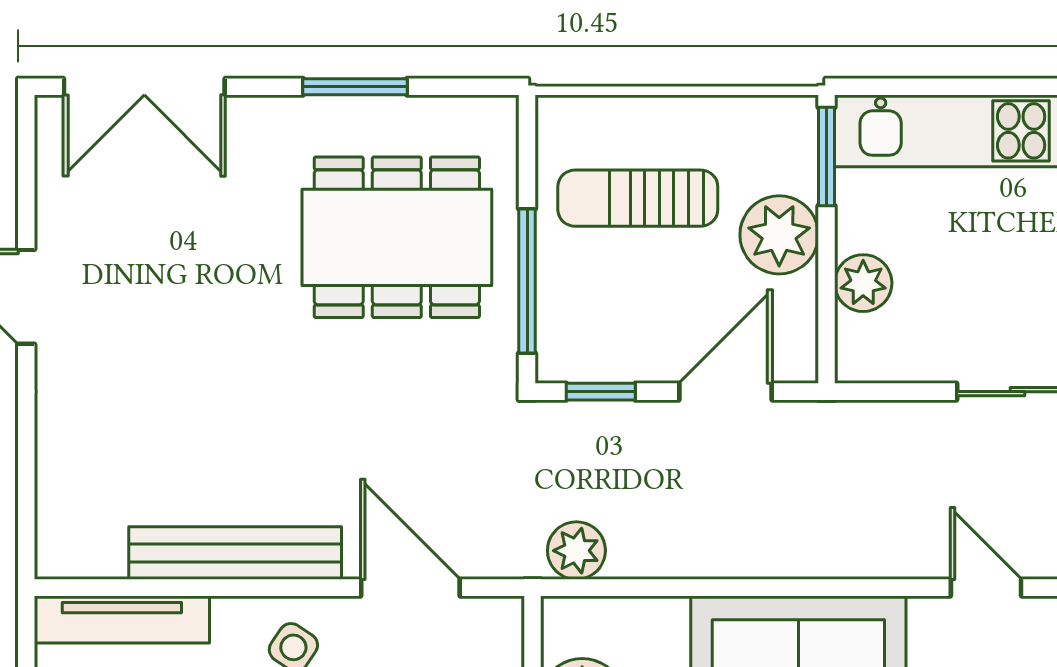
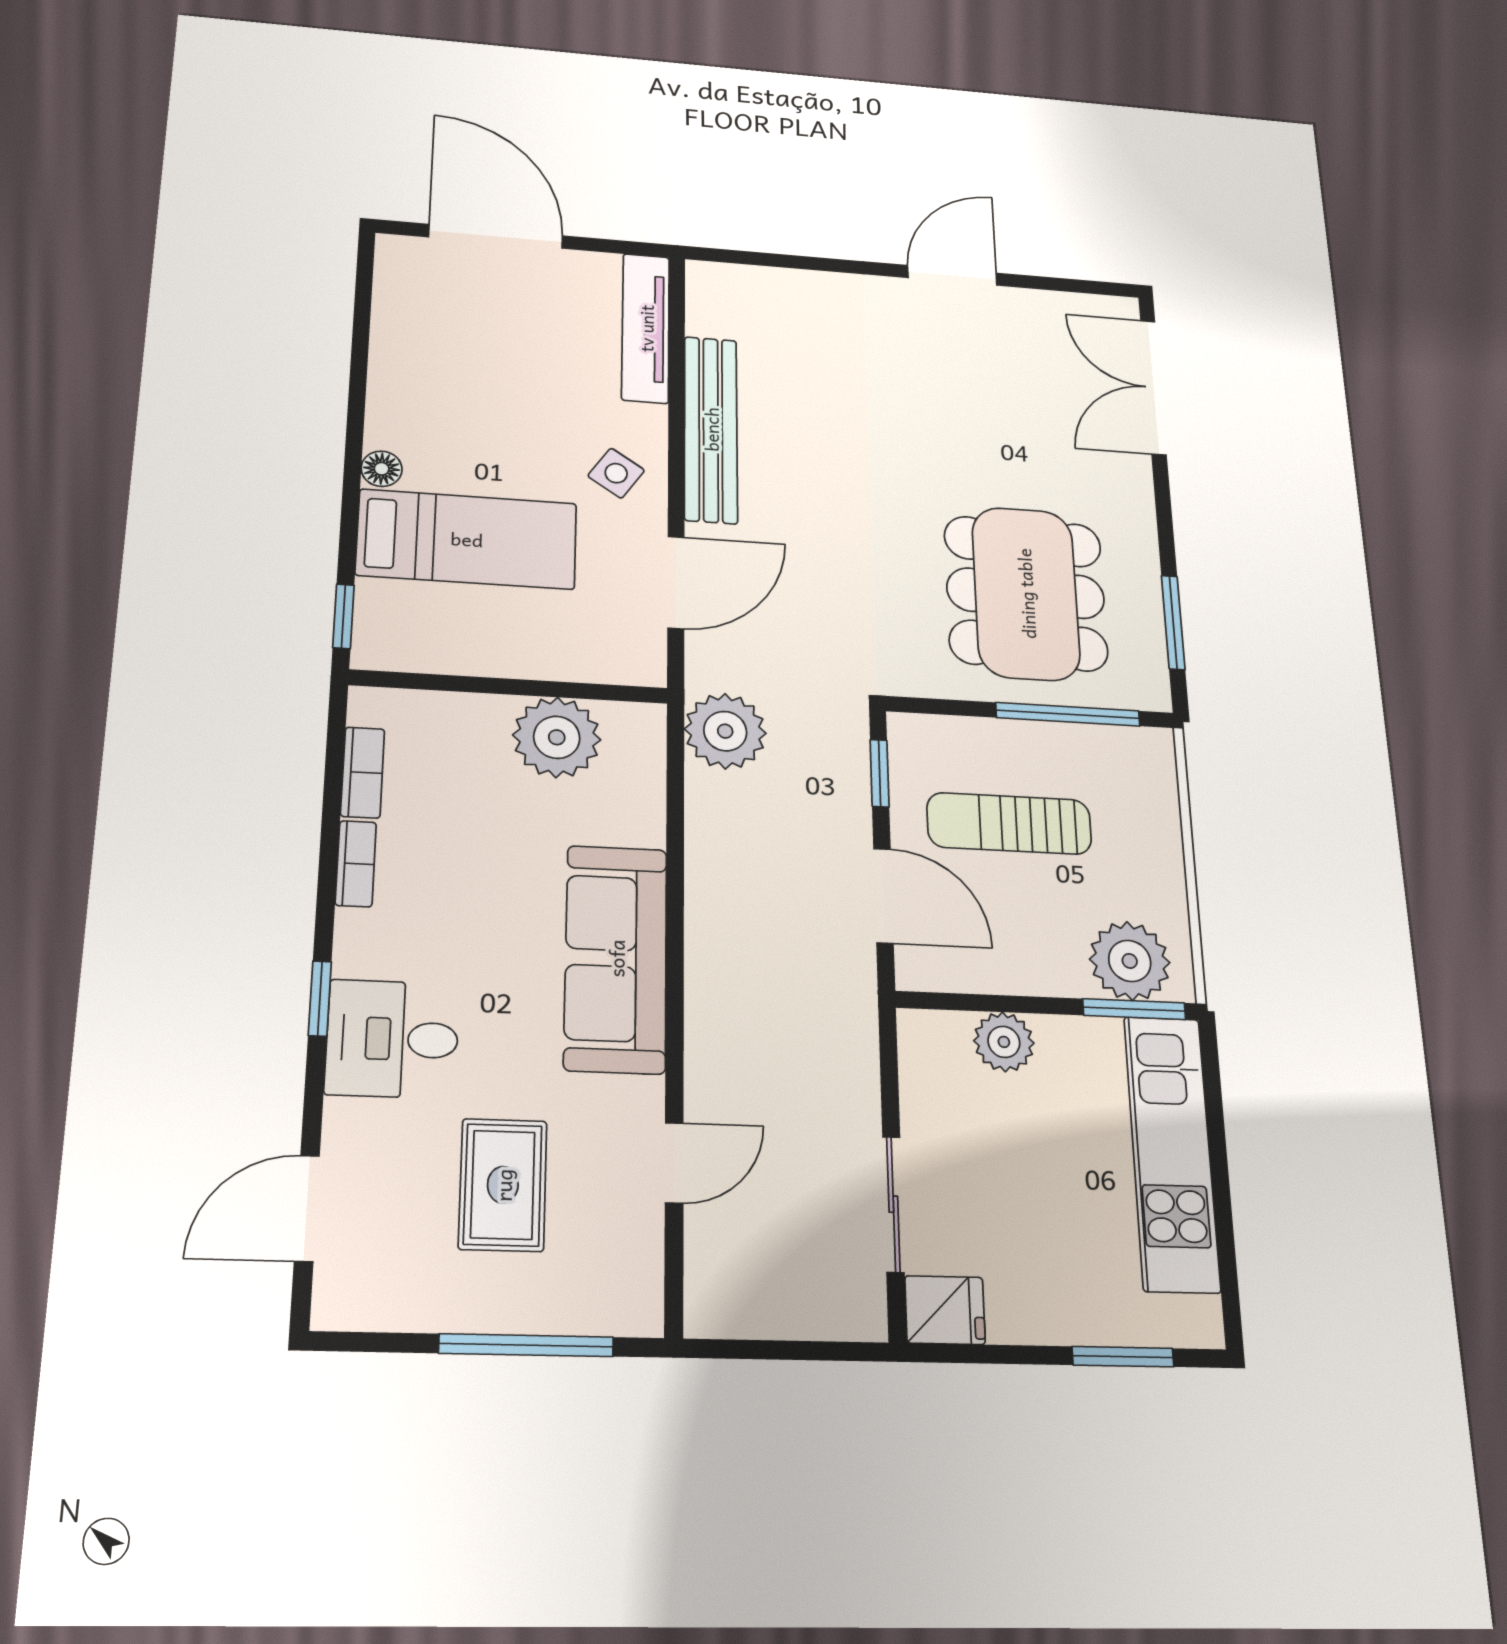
window: (355, 87) -> (1173, 622), moved
sun lounger: (638, 198) -> (1009, 824), moved, turned -90
plant: (779, 235) -> (1130, 961), moved
window: (527, 281) -> (1068, 714), moved
plant: (576, 551) -> (725, 731), width x1.36, depth x1.36

